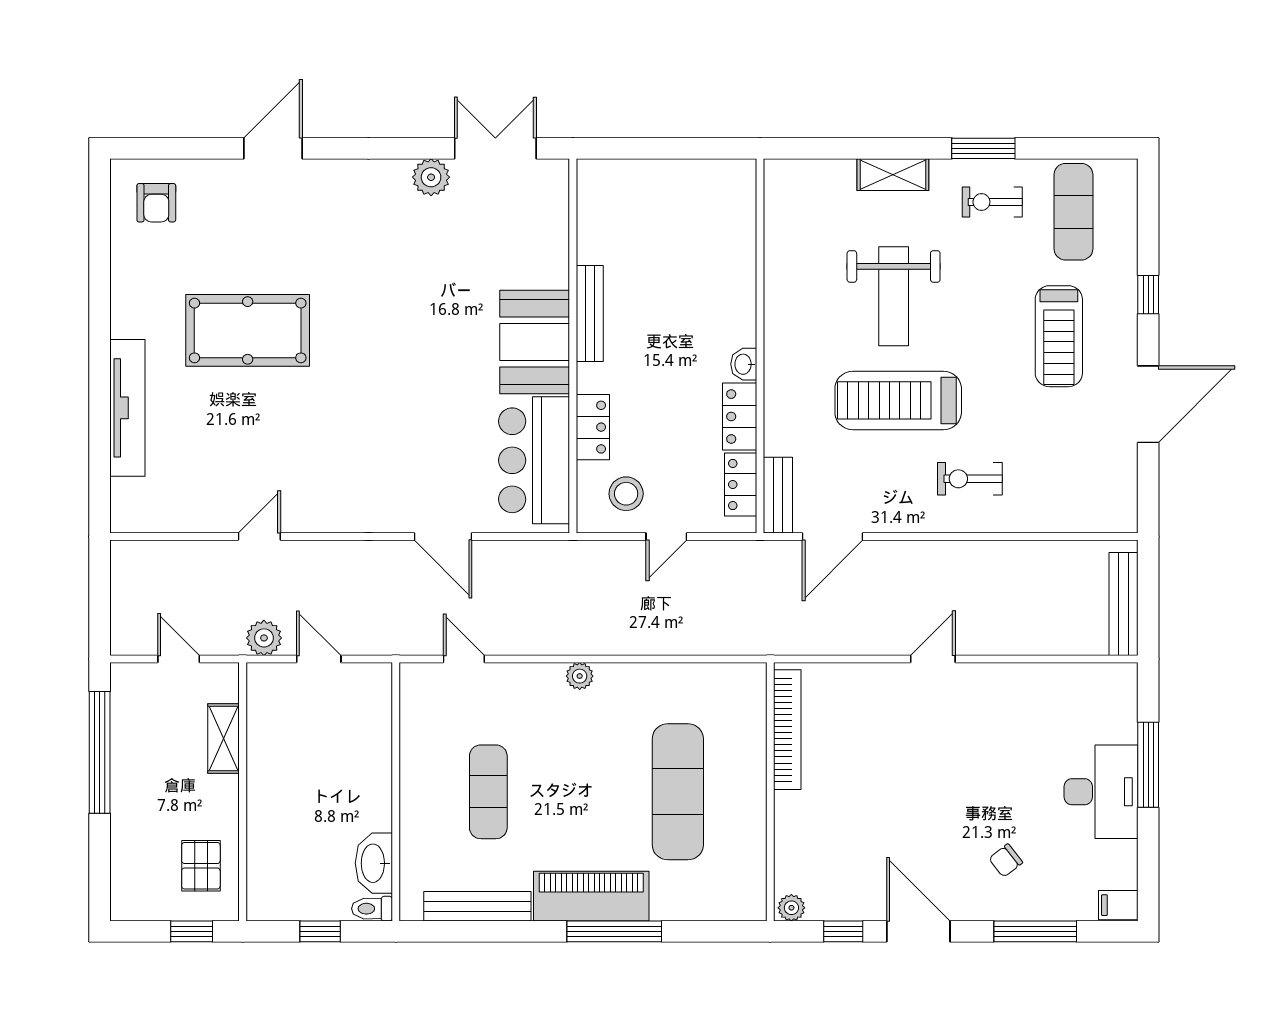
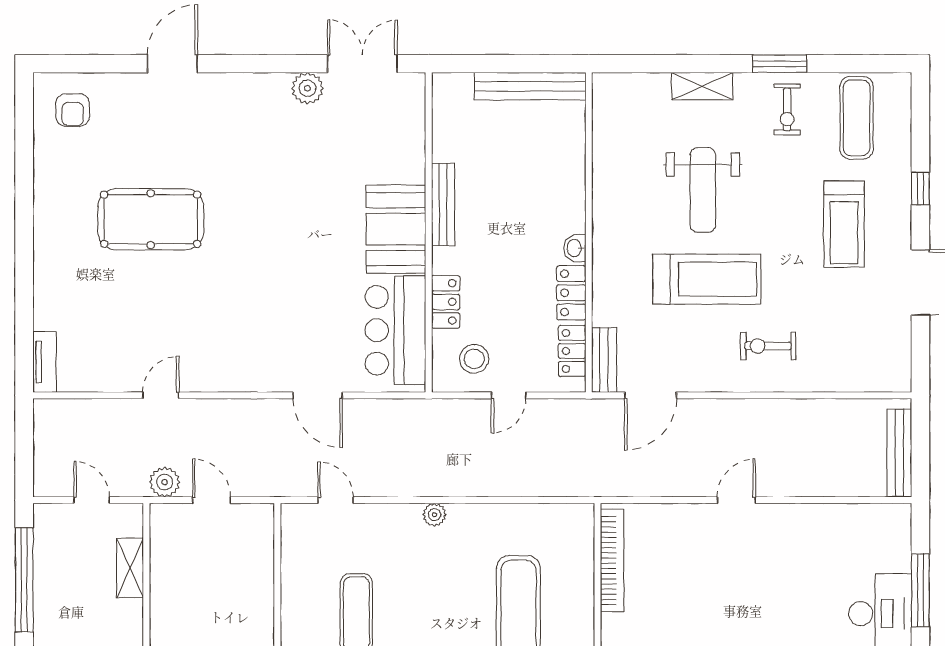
bench: (692, 175) -> (530, 86), added
exercise bike: (992, 202) -> (787, 109), turned -90
treadmill: (898, 400) -> (707, 279), turned 180
tv unit: (127, 408) -> (45, 362), moved, width x0.52, depth x0.78

